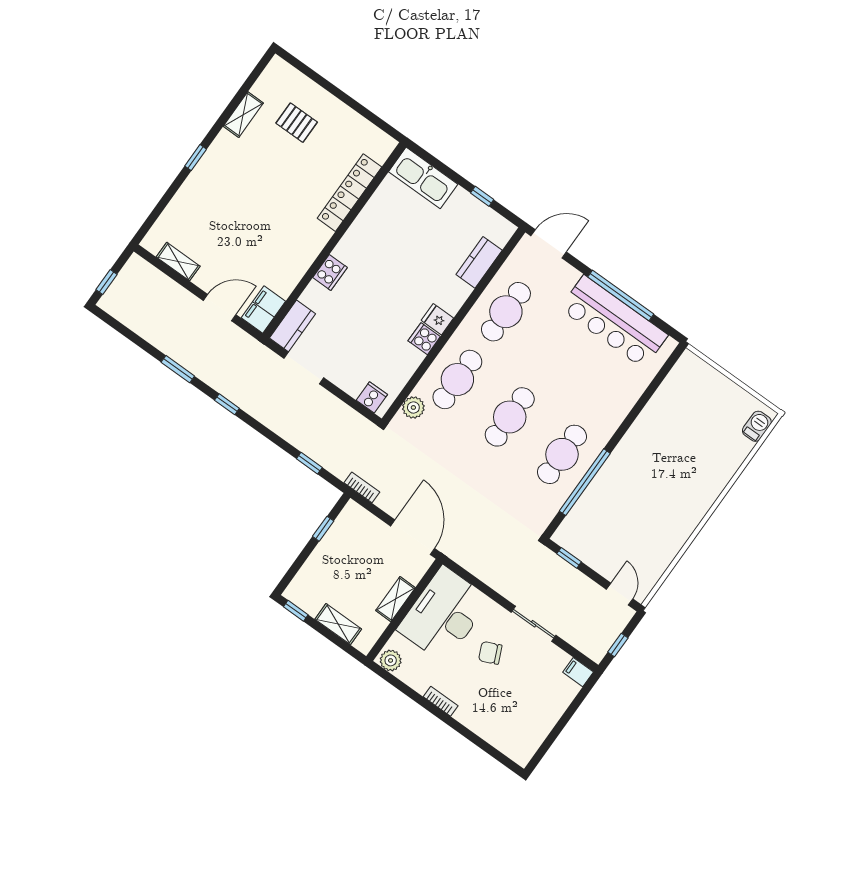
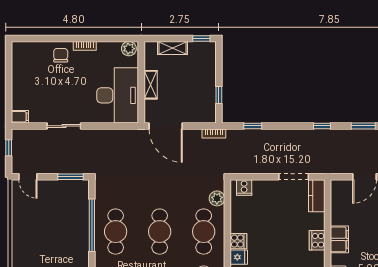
filing cabinet: (263, 310) -> (339, 239), moved
window: (569, 558) -> (71, 177), width x1.50
chair: (490, 653) -> (61, 55), moved, turned -66

